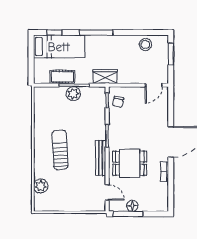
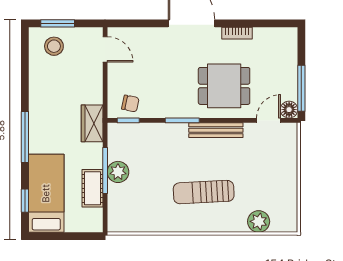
stool: (145, 44) -> (54, 46), moved
dining table: (130, 163) -> (224, 86), turned 90
floor lamp: (132, 206) -> (289, 110), moved

